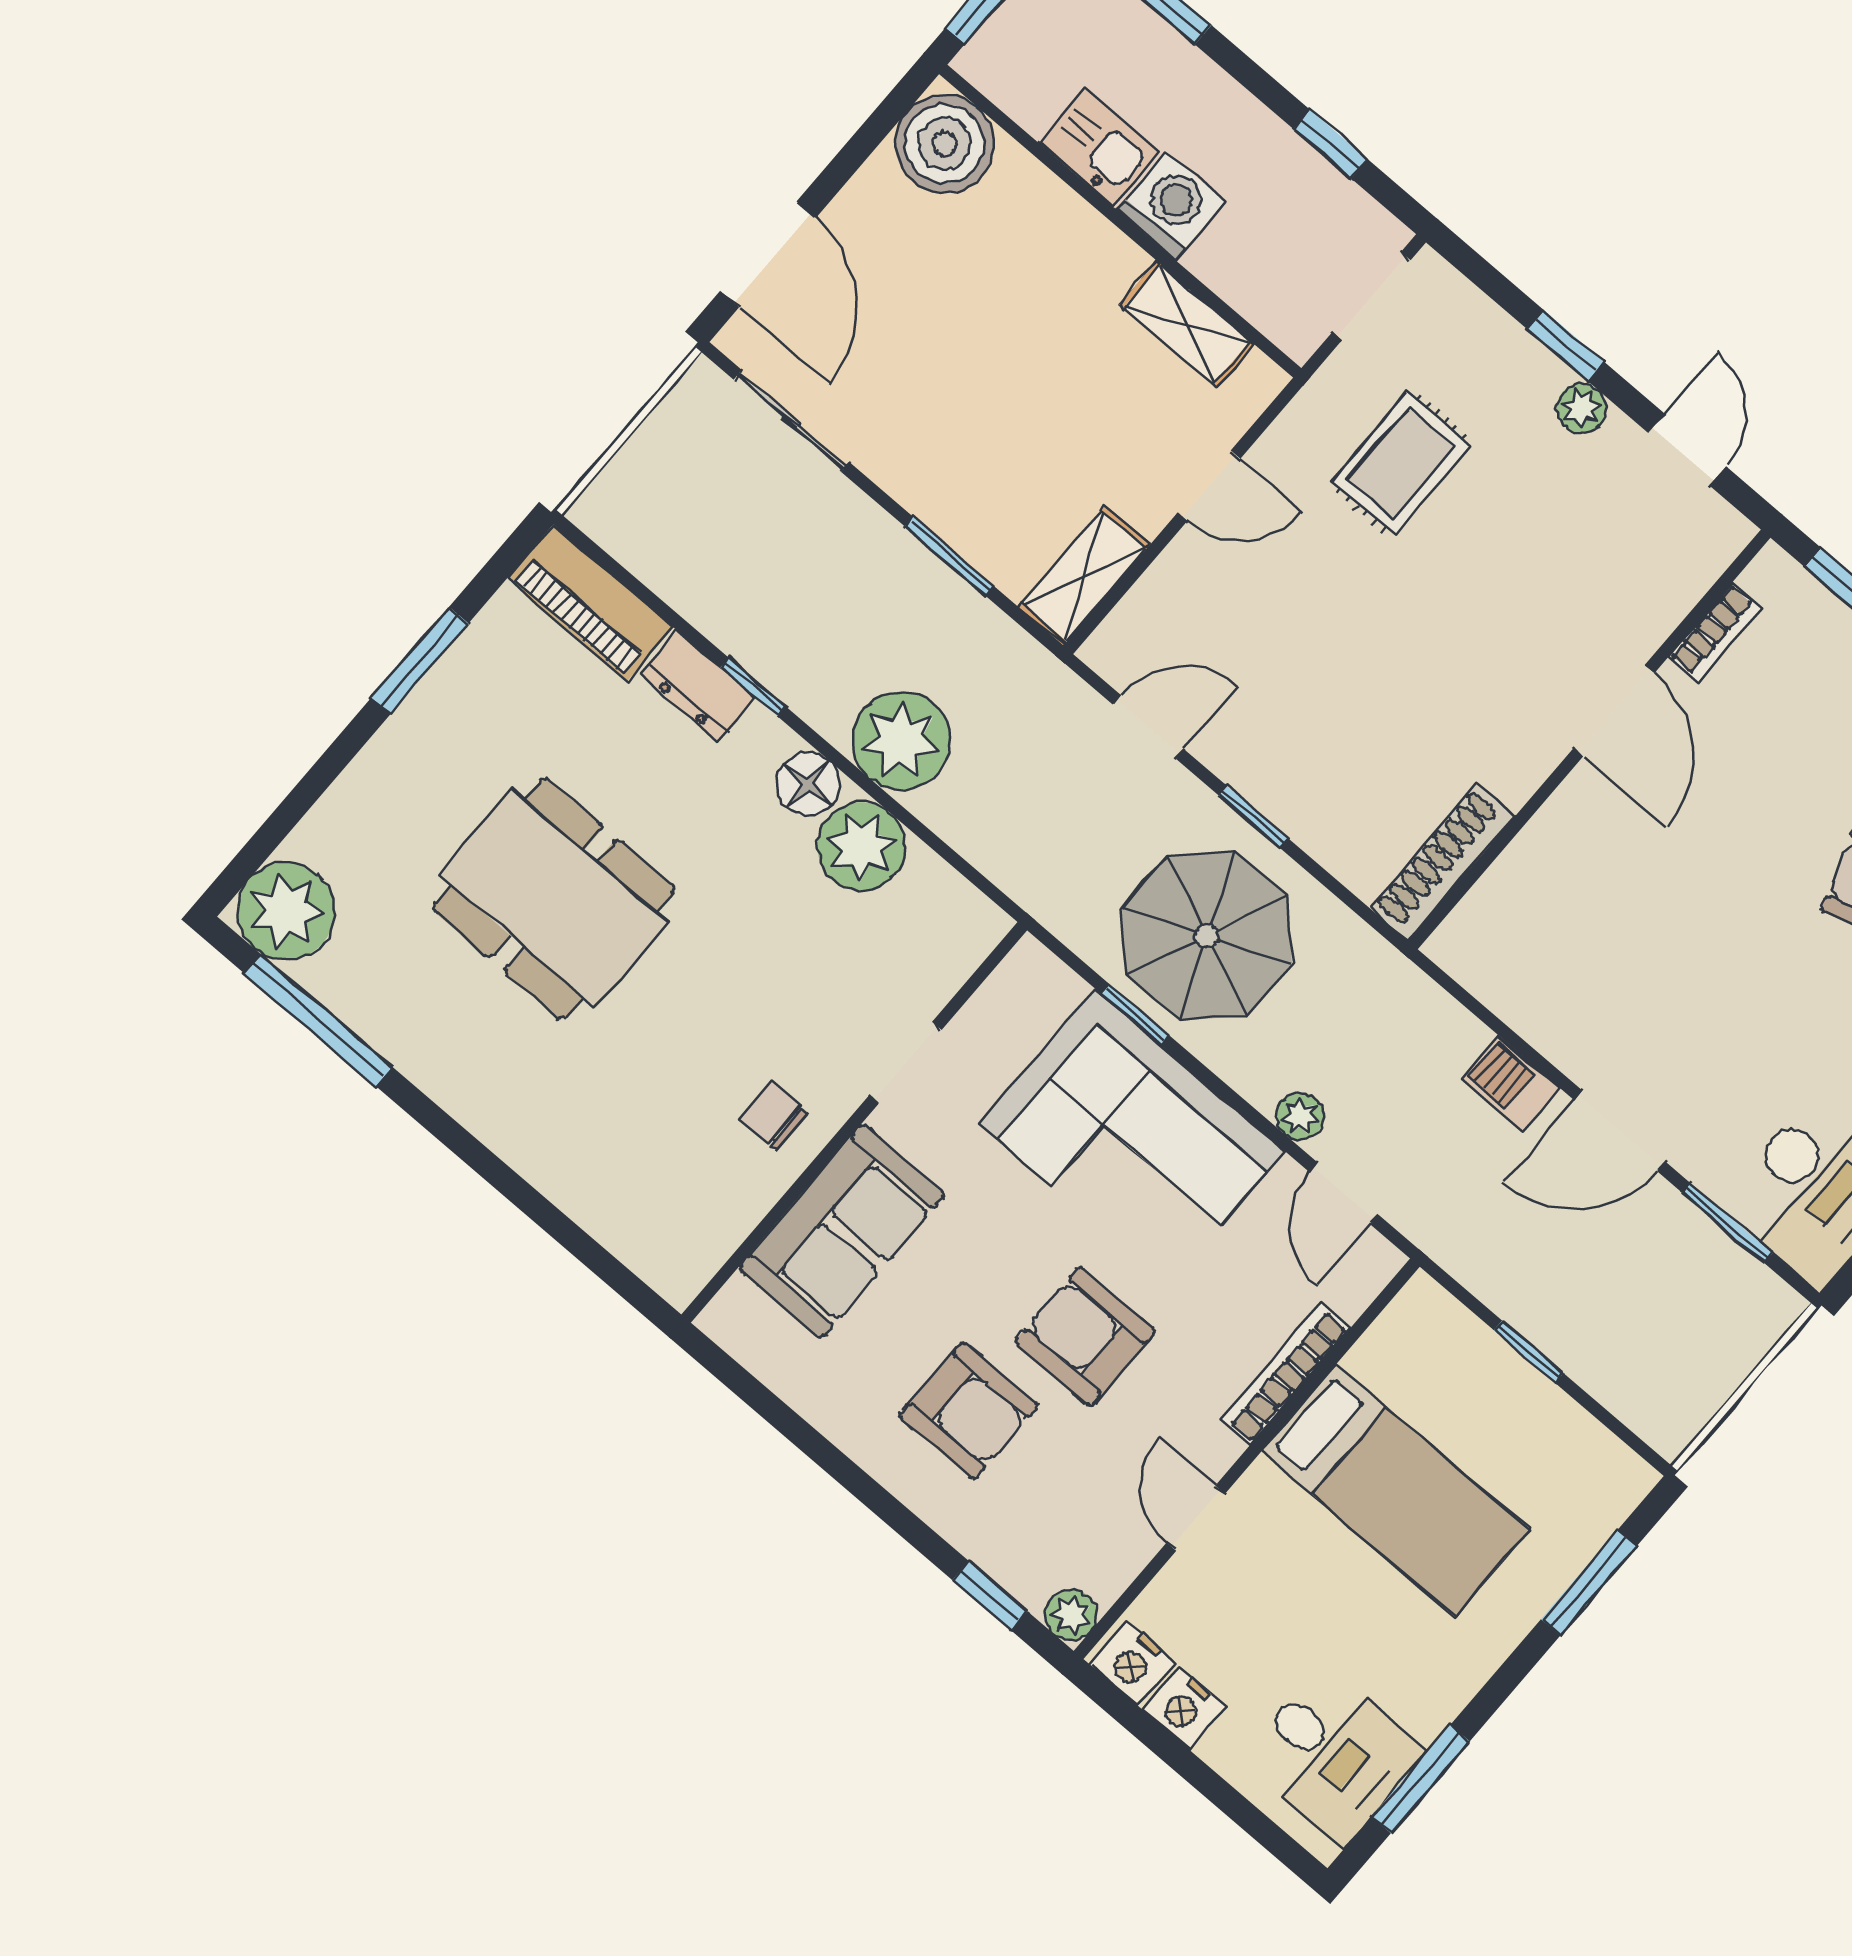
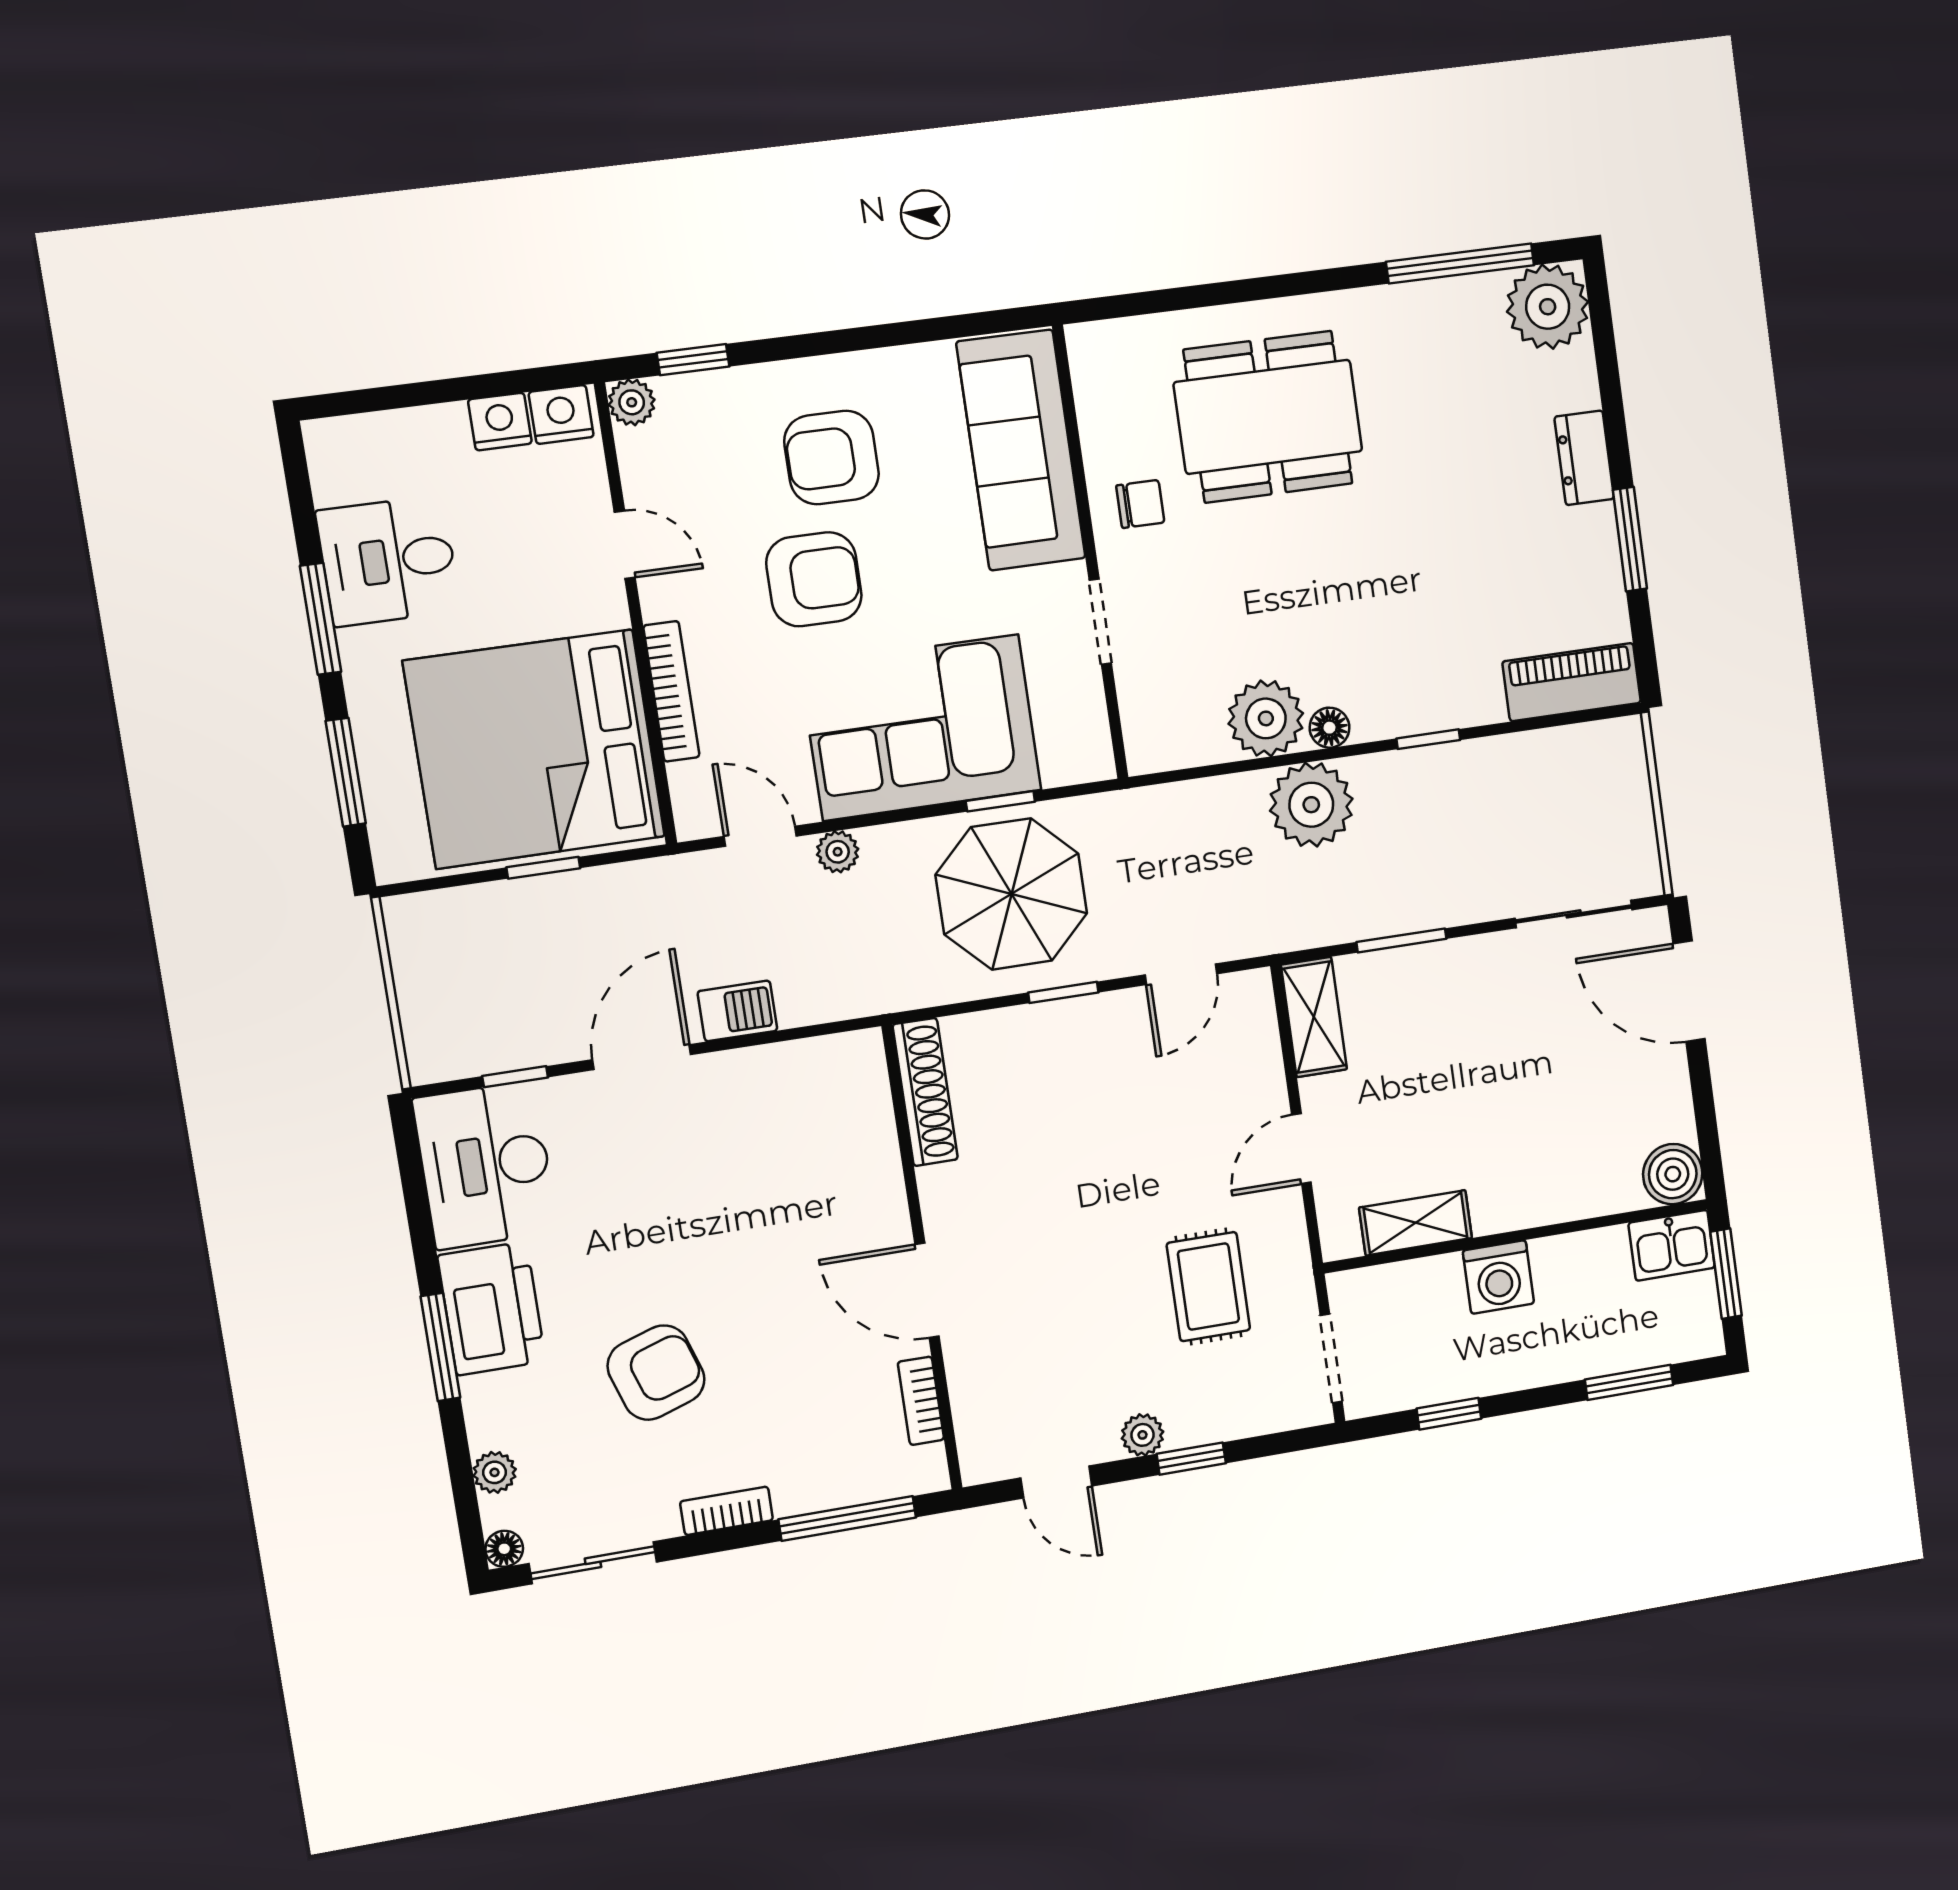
boiler: (944, 144) -> (1673, 1174), width x0.73, depth x0.73
kitchen sink: (1099, 148) -> (1672, 1245), moved
dresser: (698, 686) -> (1584, 458), moved, turned -90
floor lamp: (808, 784) -> (1330, 728), width x0.73, depth x0.73
dining table: (554, 899) -> (1268, 417), moved
window: (1727, 1223) -> (515, 1077), width x0.67
sofa: (842, 1231) -> (1021, 450), width x1.36
bed: (1395, 1490) -> (534, 749), width x2.04
desk: (1333, 1755) -> (388, 561), moved
window: (1421, 1779) -> (320, 619), moved

